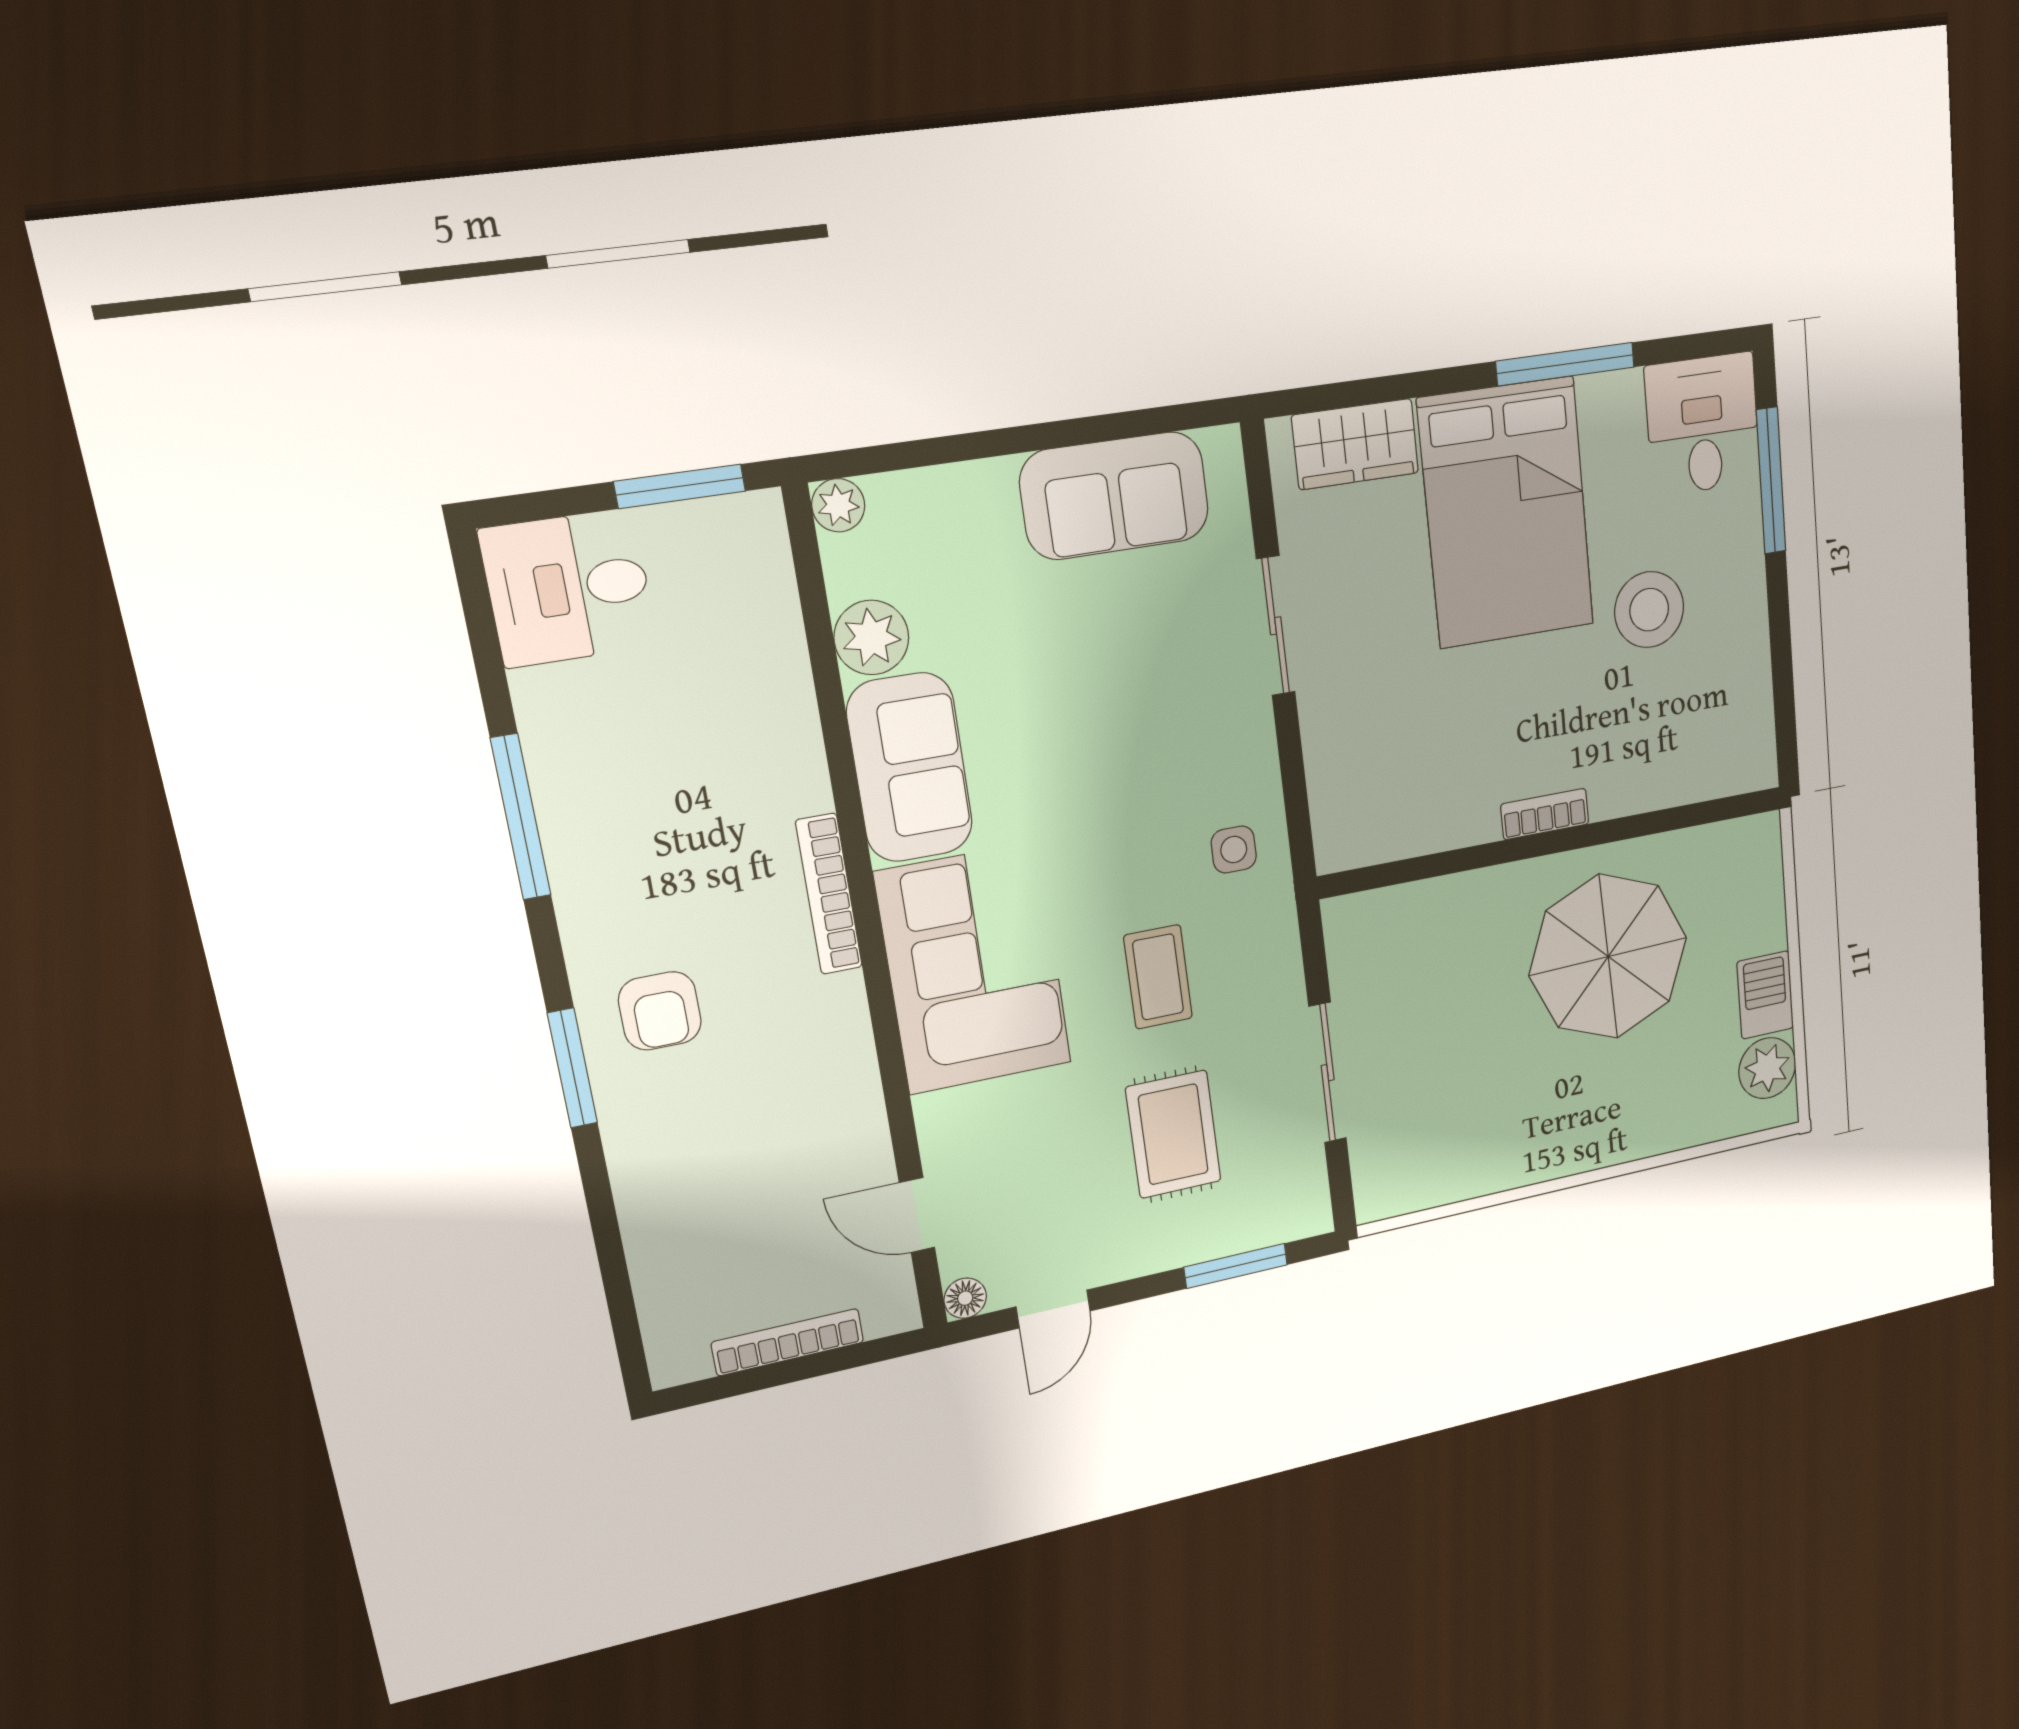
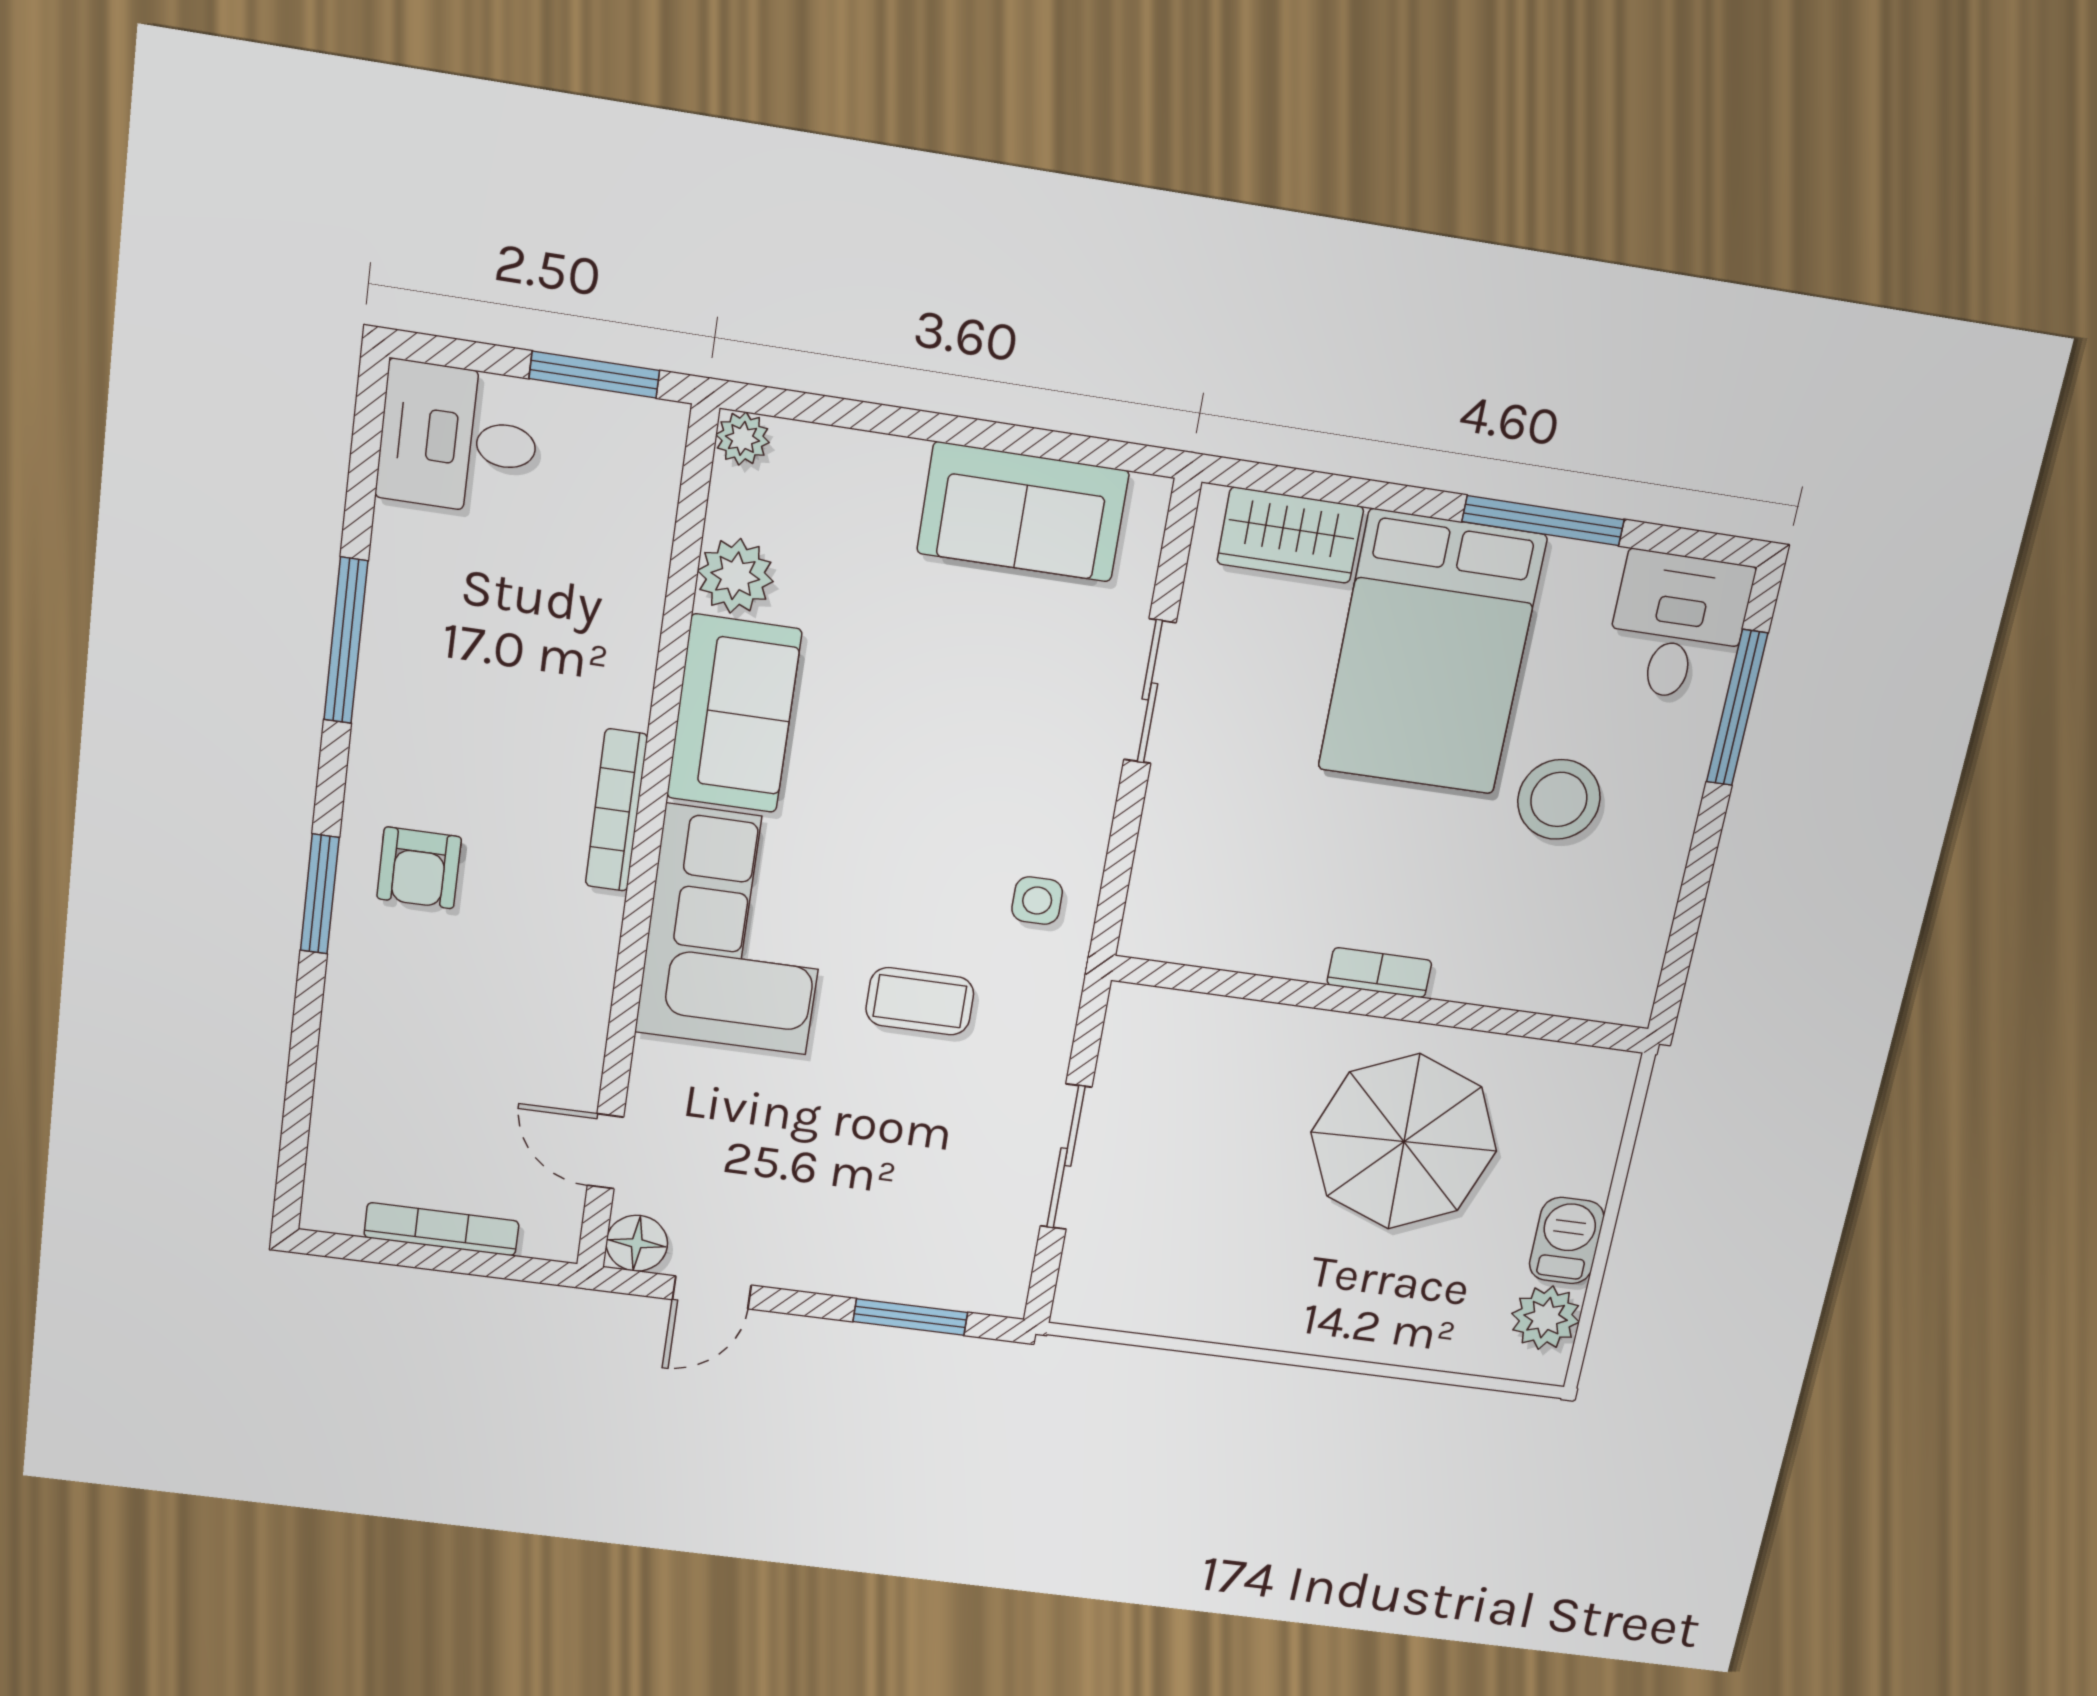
coffee table: (1158, 977) -> (920, 1001), turned 90
rug: (1173, 1134) -> (887, 1163), removed
floor lamp: (965, 1298) -> (637, 1243), width x1.37, depth x1.37

